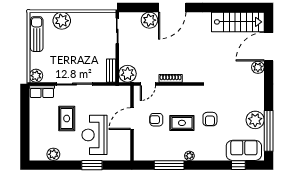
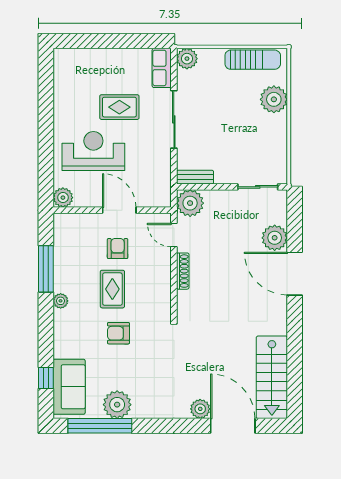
plant: (53, 154) -> (63, 198), moved
window: (92, 165) -> (46, 147), removed

